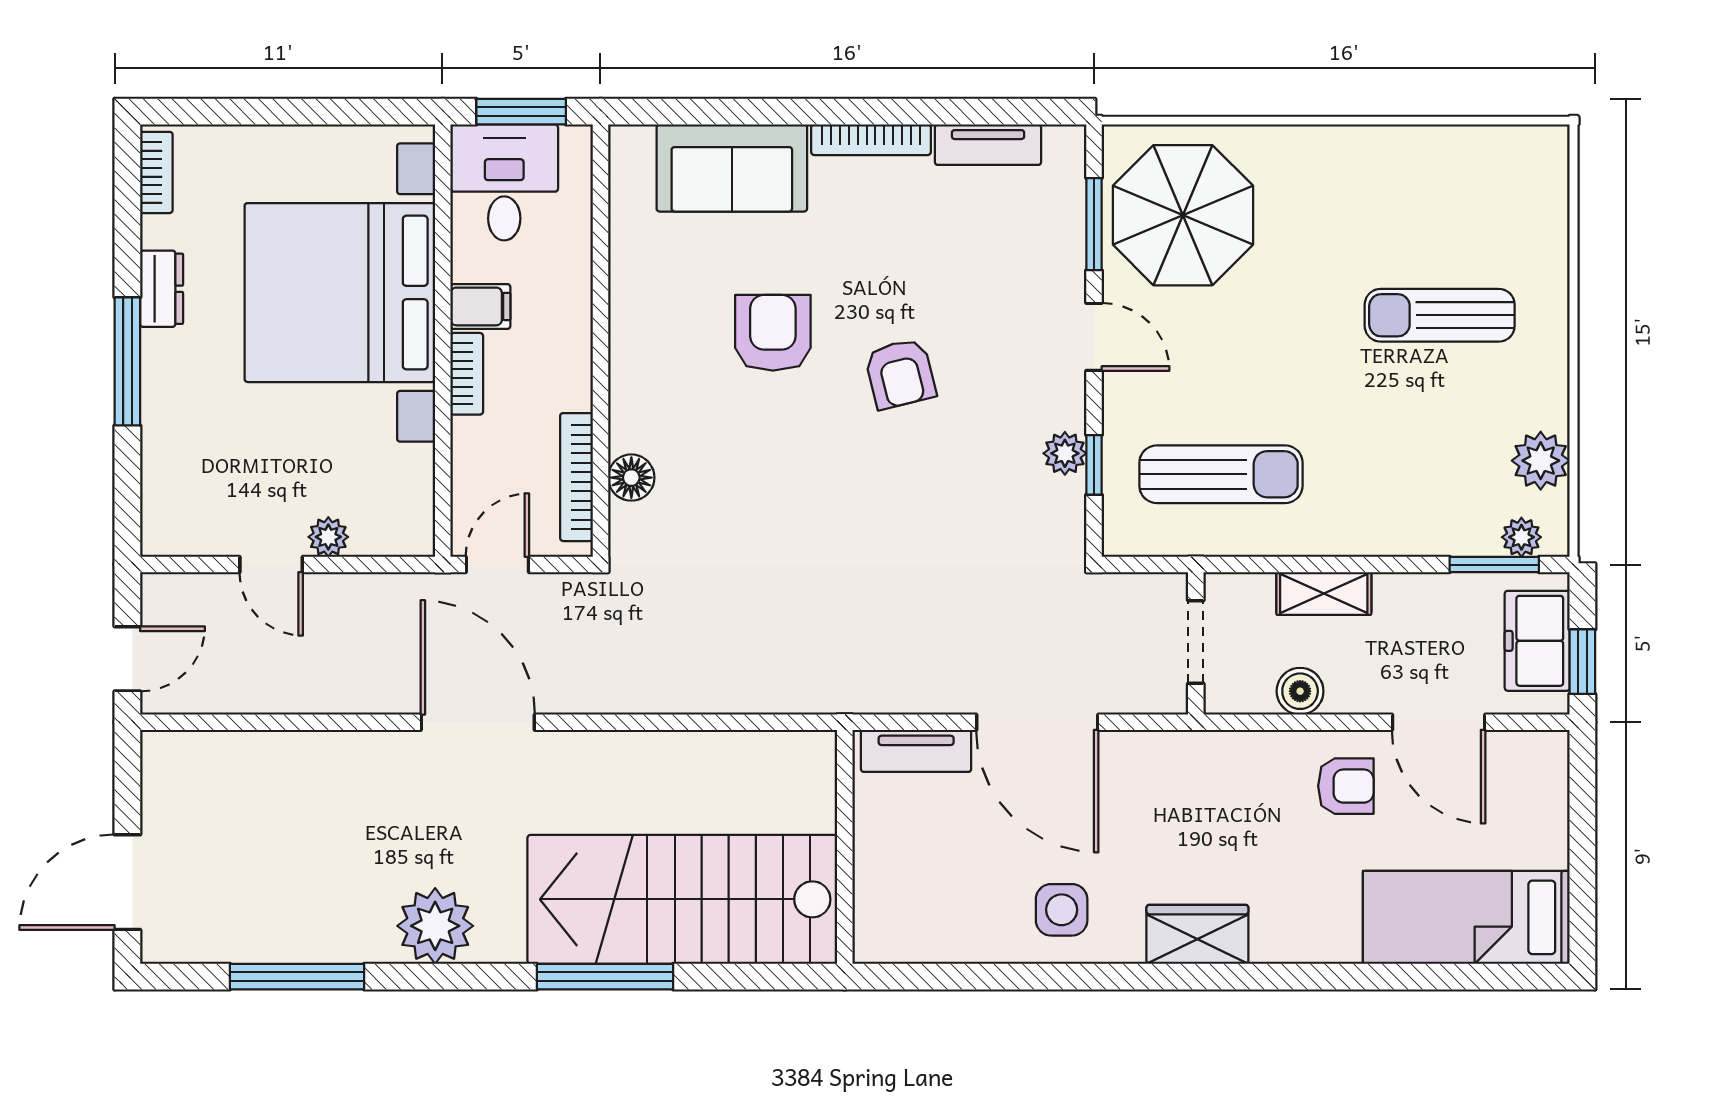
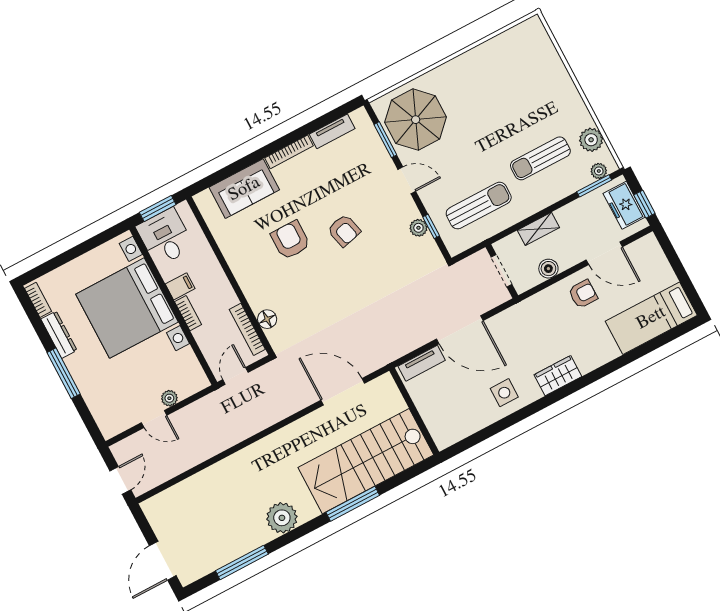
dresser: (162, 289) -> (59, 335), width x1.44
sun lounger: (1440, 315) -> (540, 158), moved
door: (478, 722) -> (343, 392), moved

